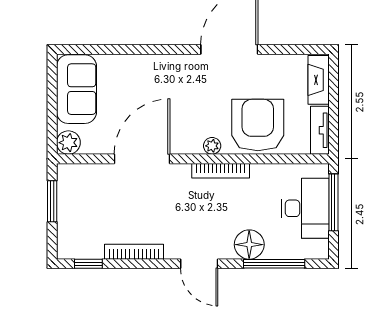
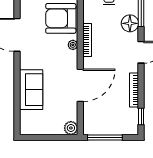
sofa: (77, 89) -> (31, 90), moved, turned 90
door: (142, 159) -> (80, 85), swing flipped
window: (52, 201) -> (105, 137), width x1.44

